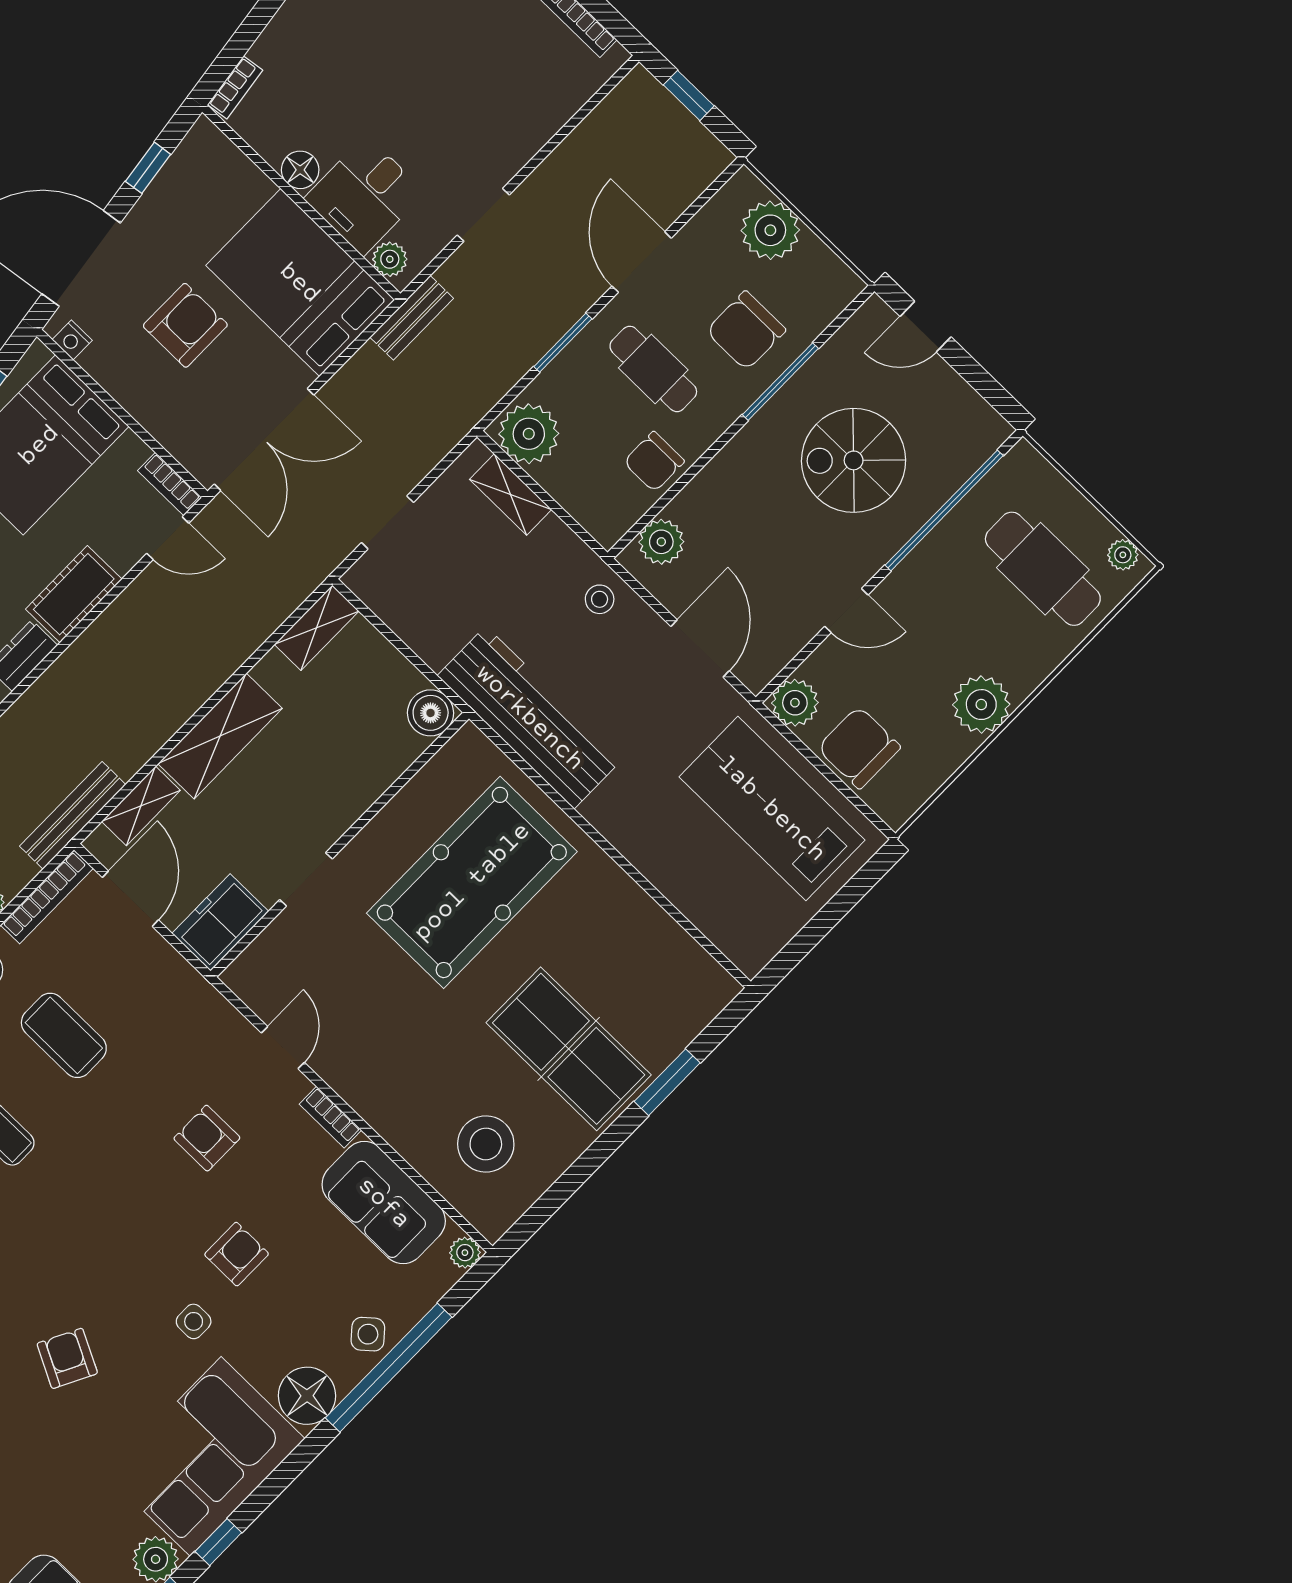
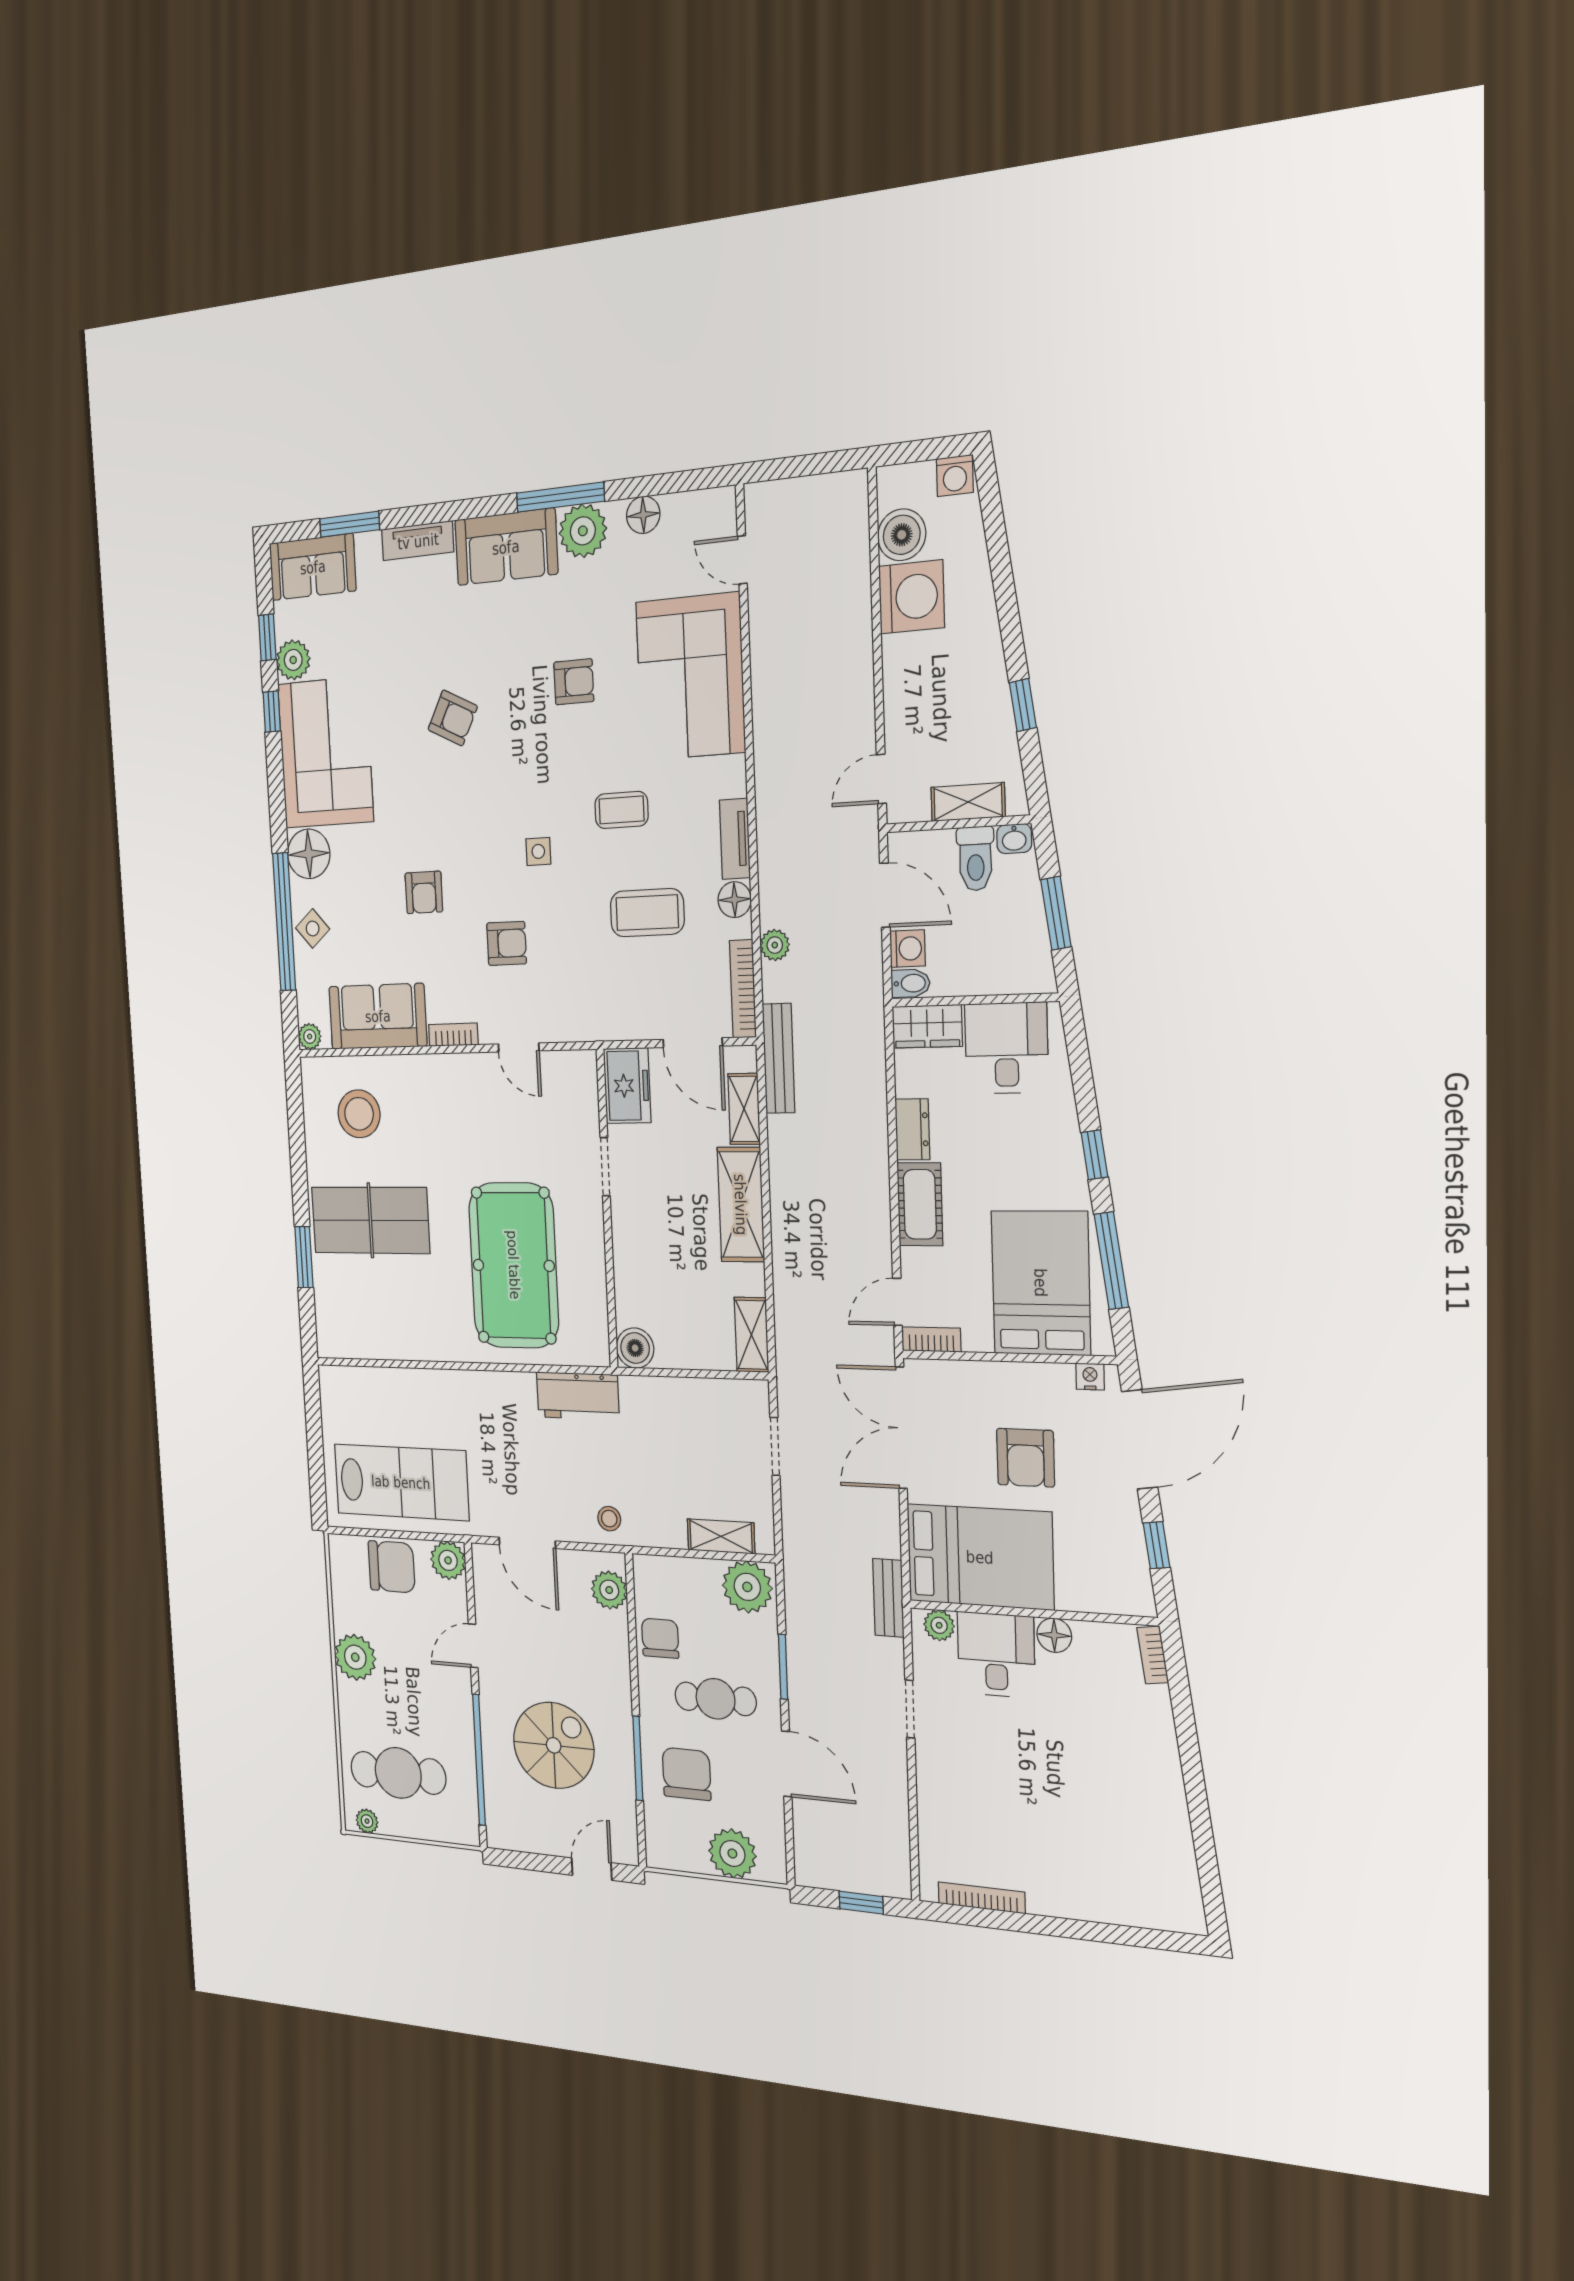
workbench: (530, 718) -> (578, 1396), width x0.53, depth x0.76
side table: (194, 1321) -> (538, 851), moved

